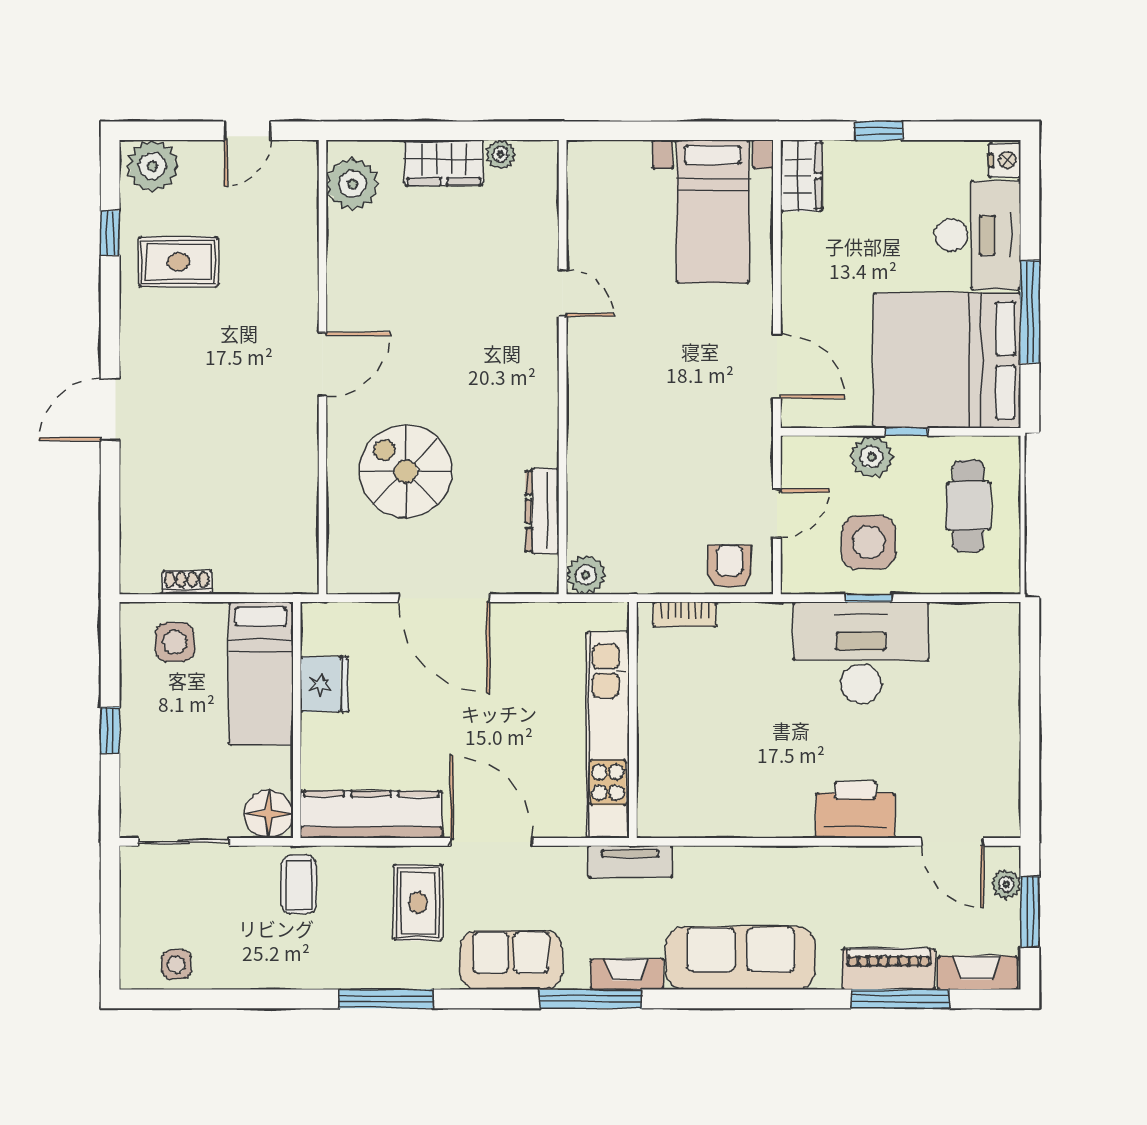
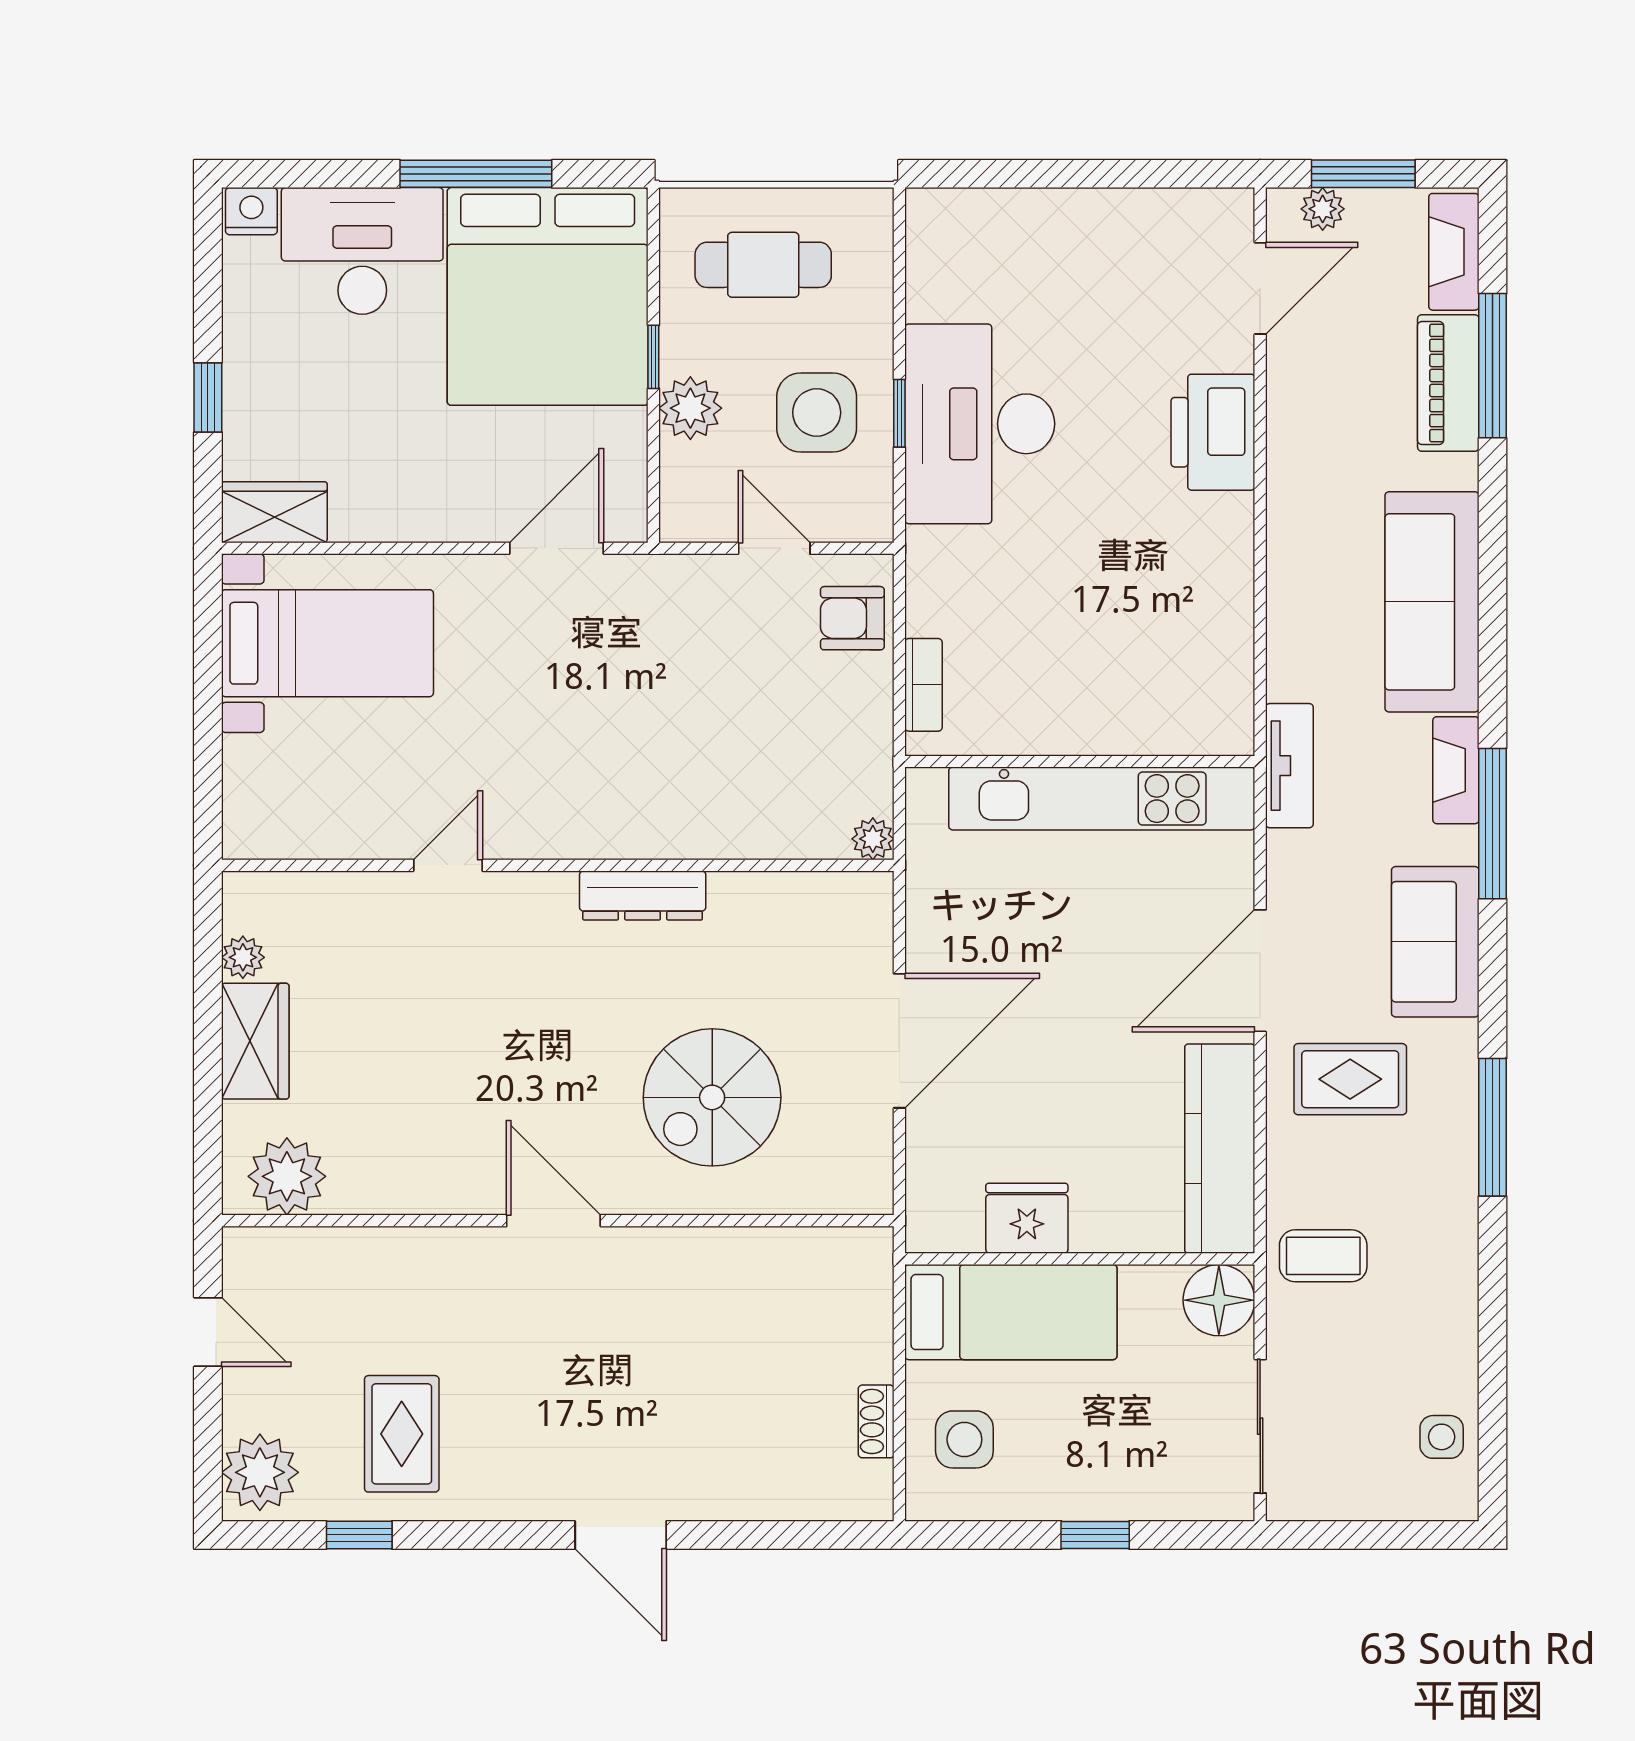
dresser: (542, 511) -> (643, 895), moved
plant: (586, 575) -> (873, 839), width x0.73, depth x0.73

